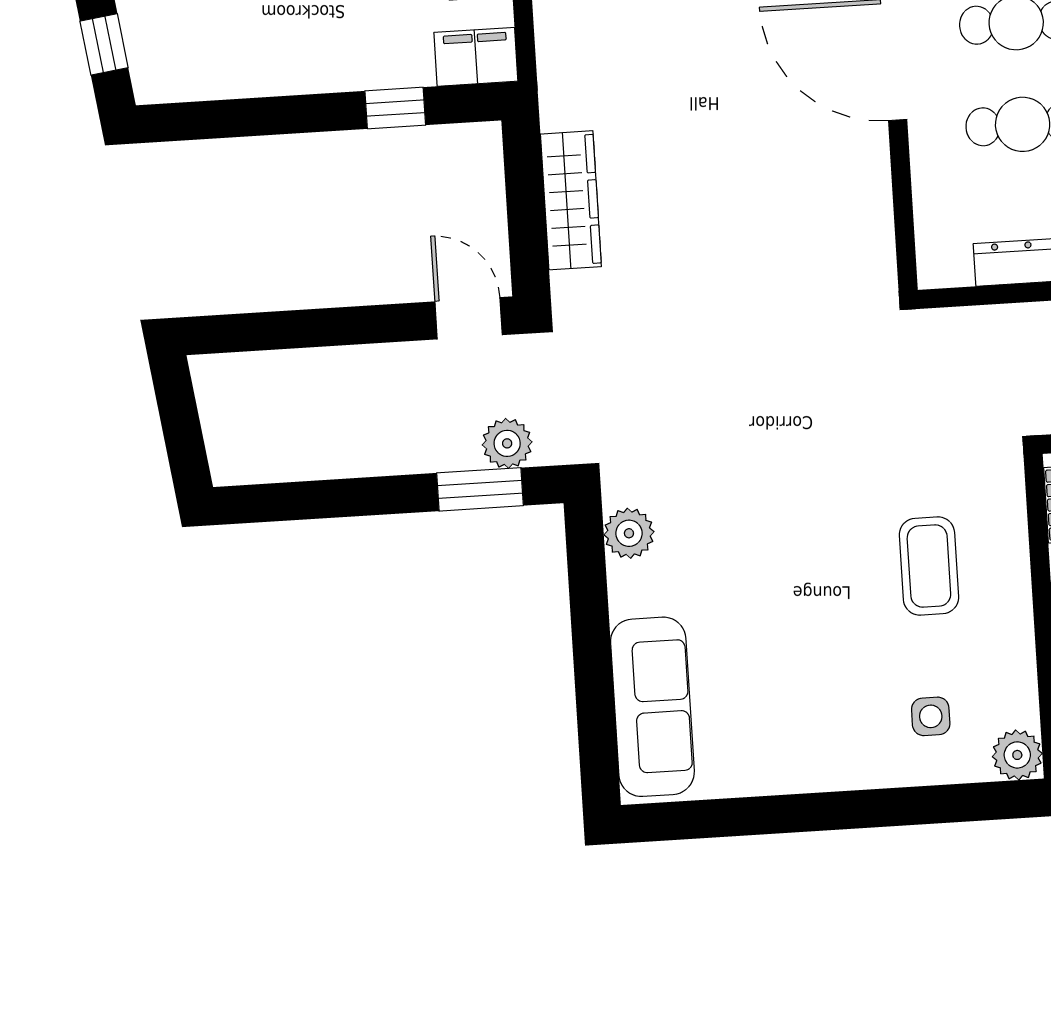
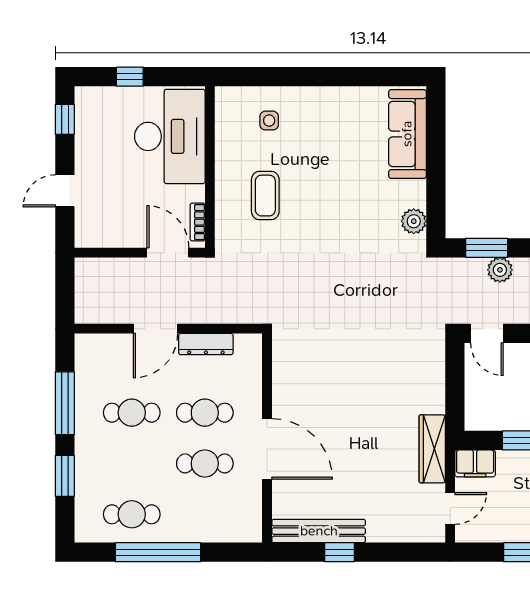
wardrobe: (571, 200) -> (432, 449), moved
plant: (507, 443) -> (500, 270), moved
plant: (1017, 755) -> (227, 99), removed

